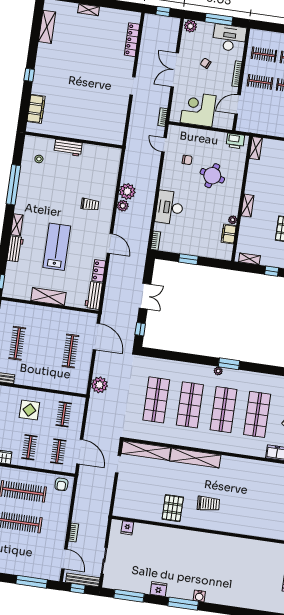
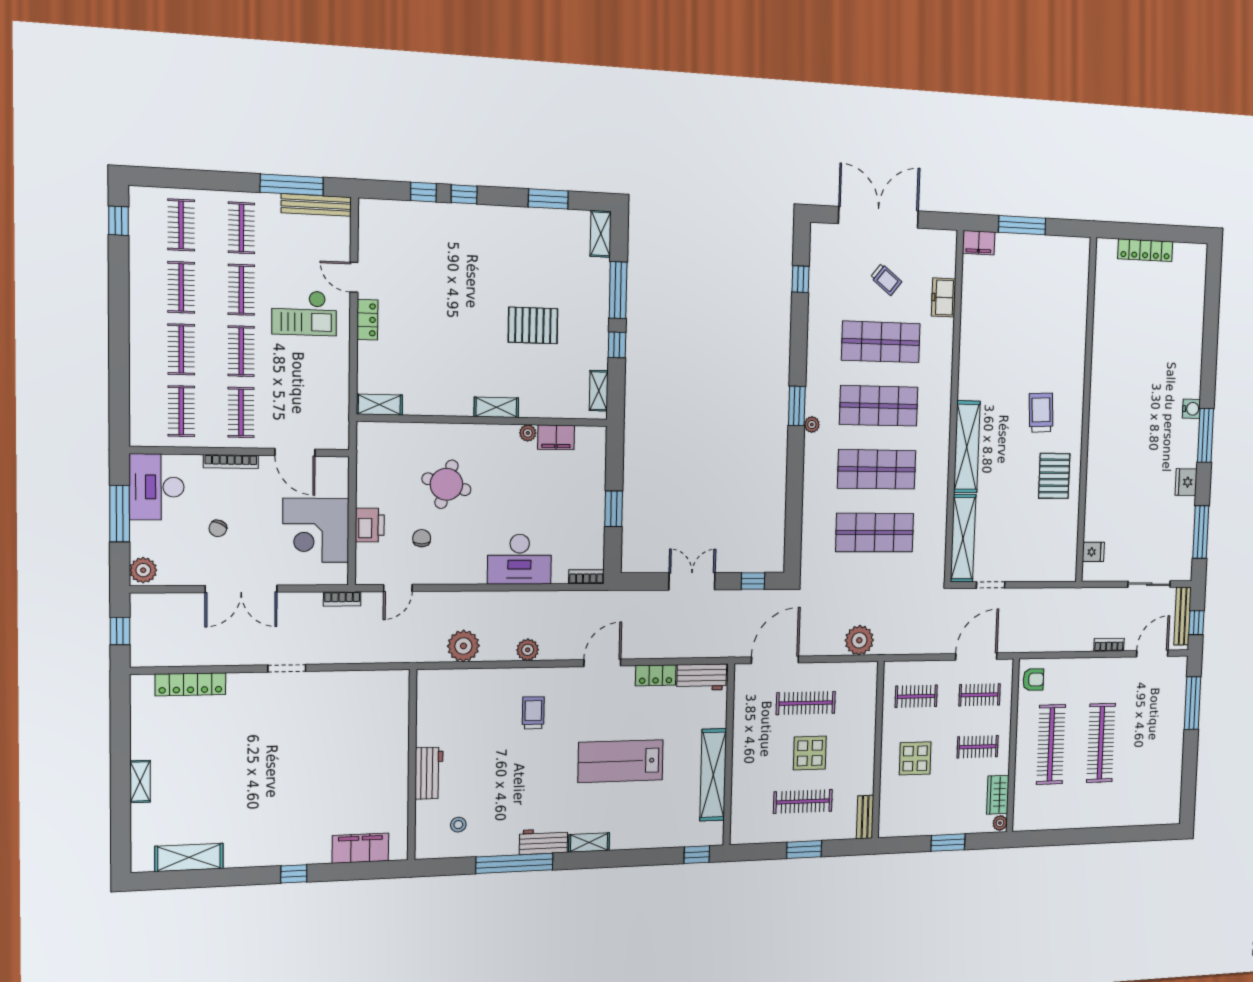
printer: (235, 141) -> (370, 525), moved
plant: (127, 191) -> (463, 646), moved
workbench: (15, 249) -> (543, 841), moved
shelving: (48, 297) -> (713, 775), width x1.47
display table: (43, 350) -> (810, 753), added
pallet: (173, 508) -> (1054, 476), turned 90

